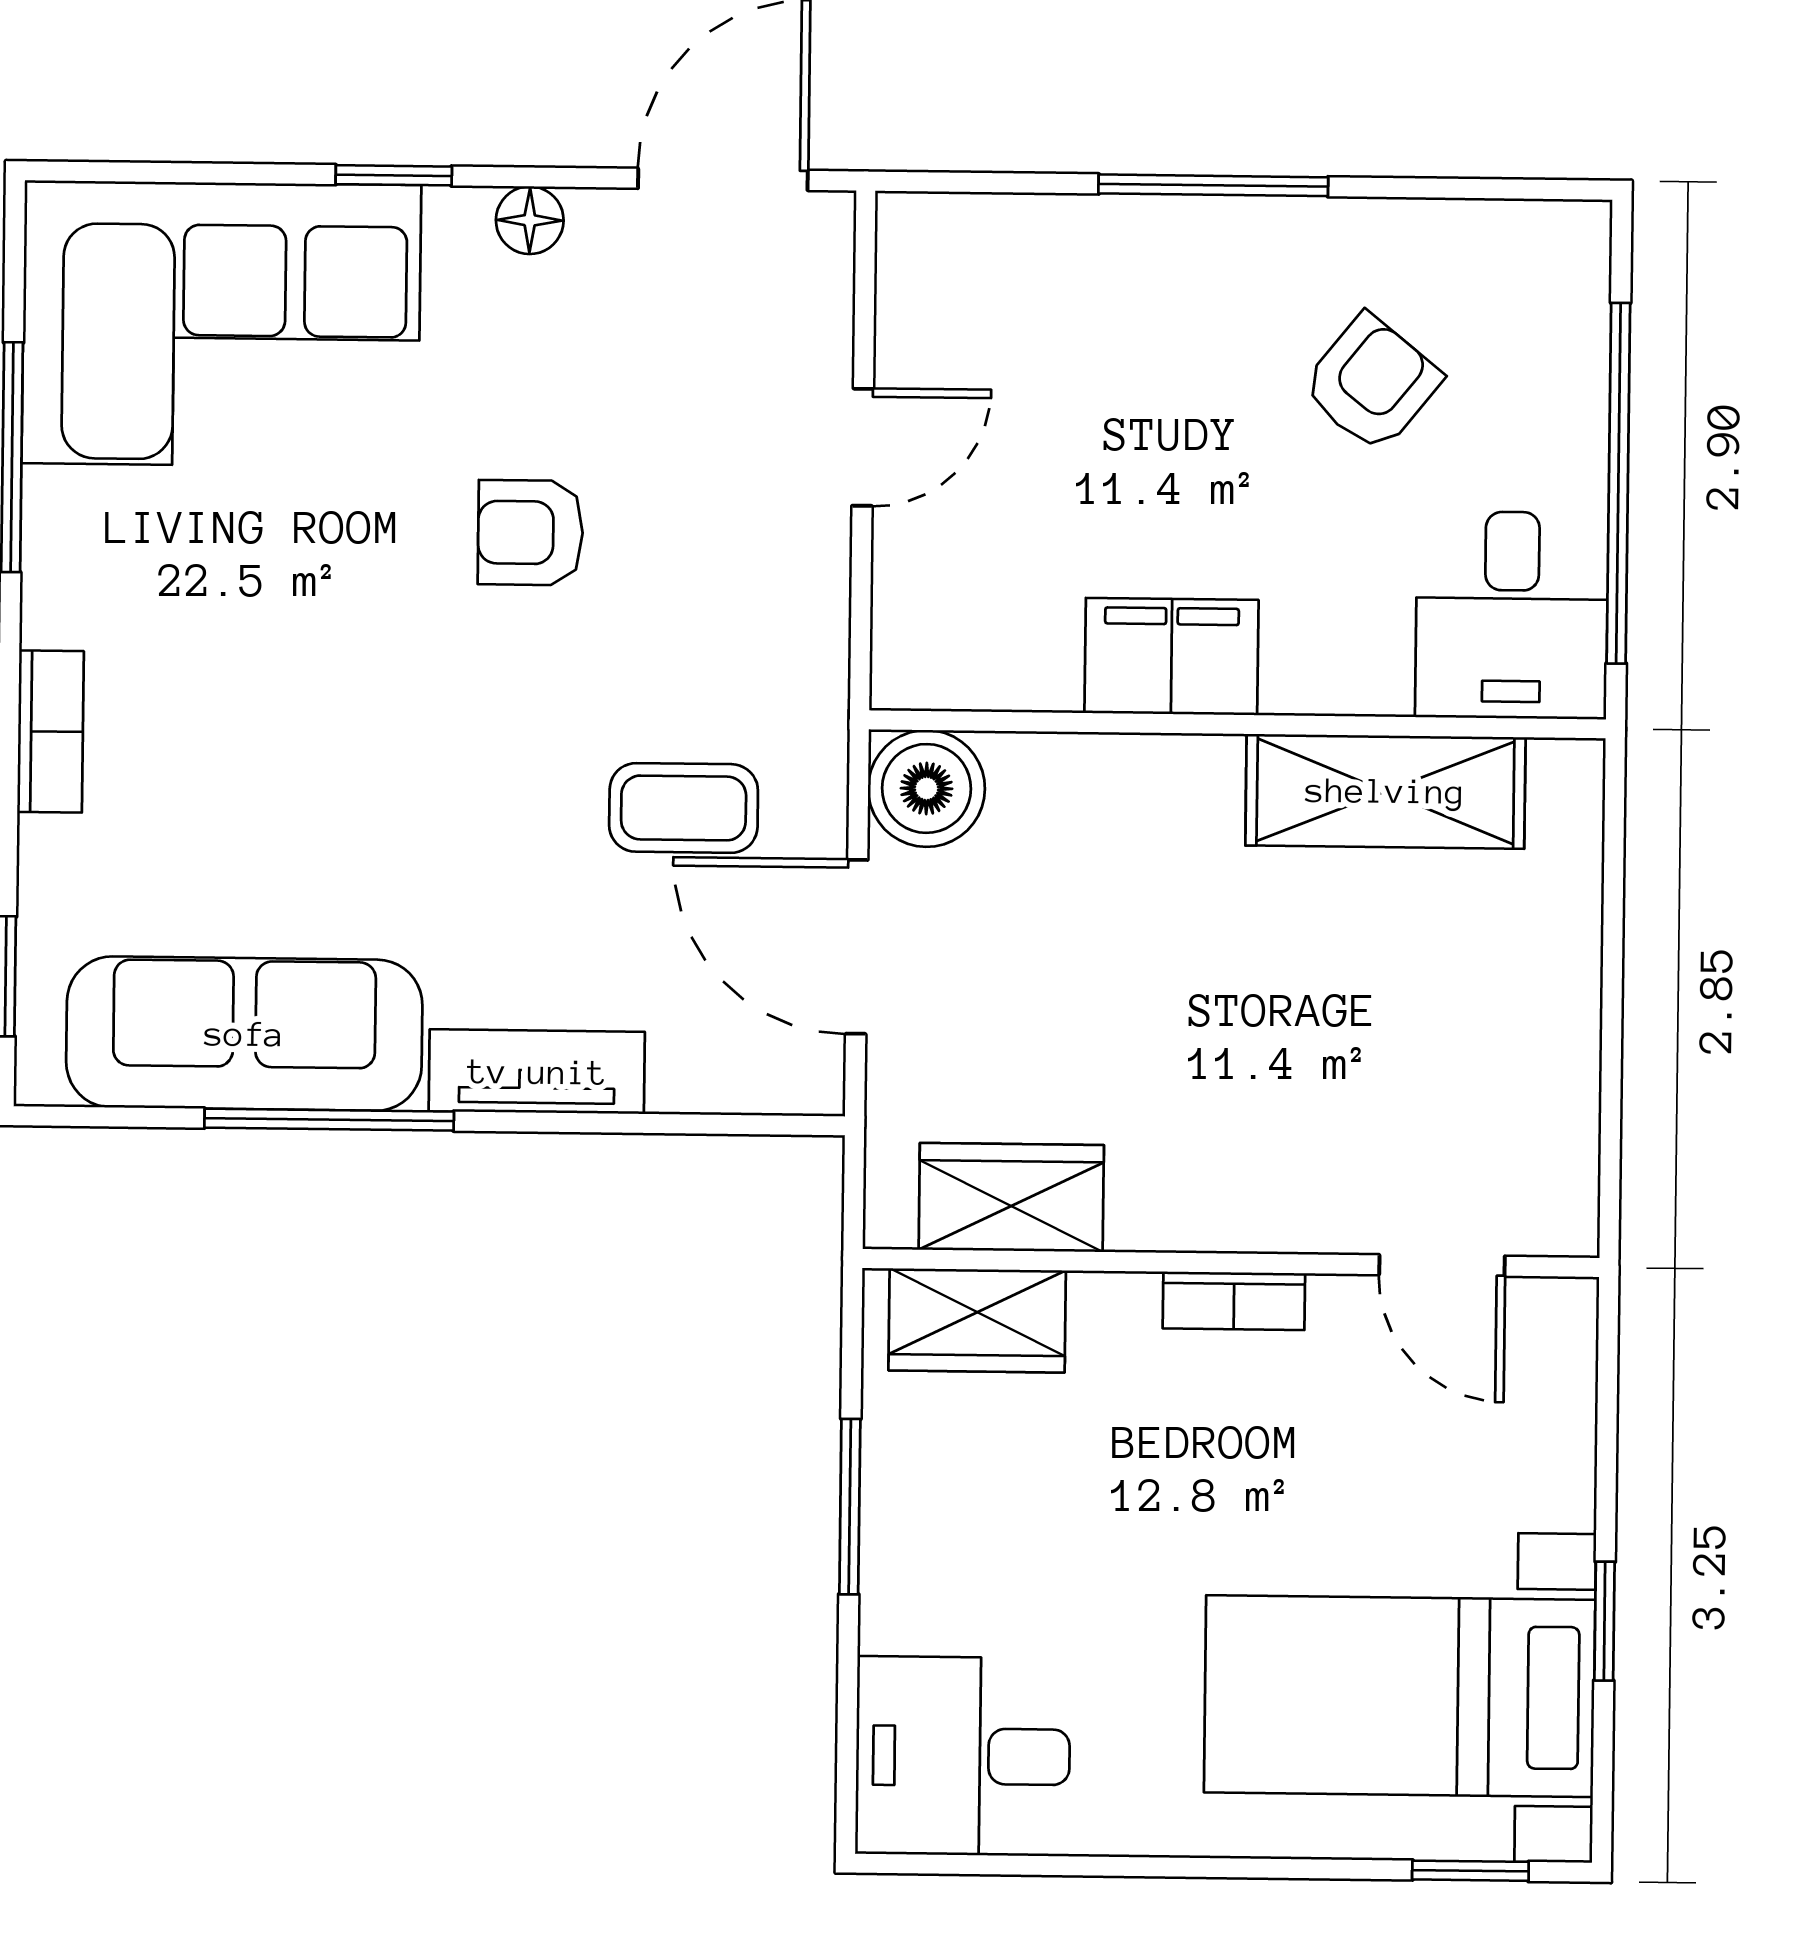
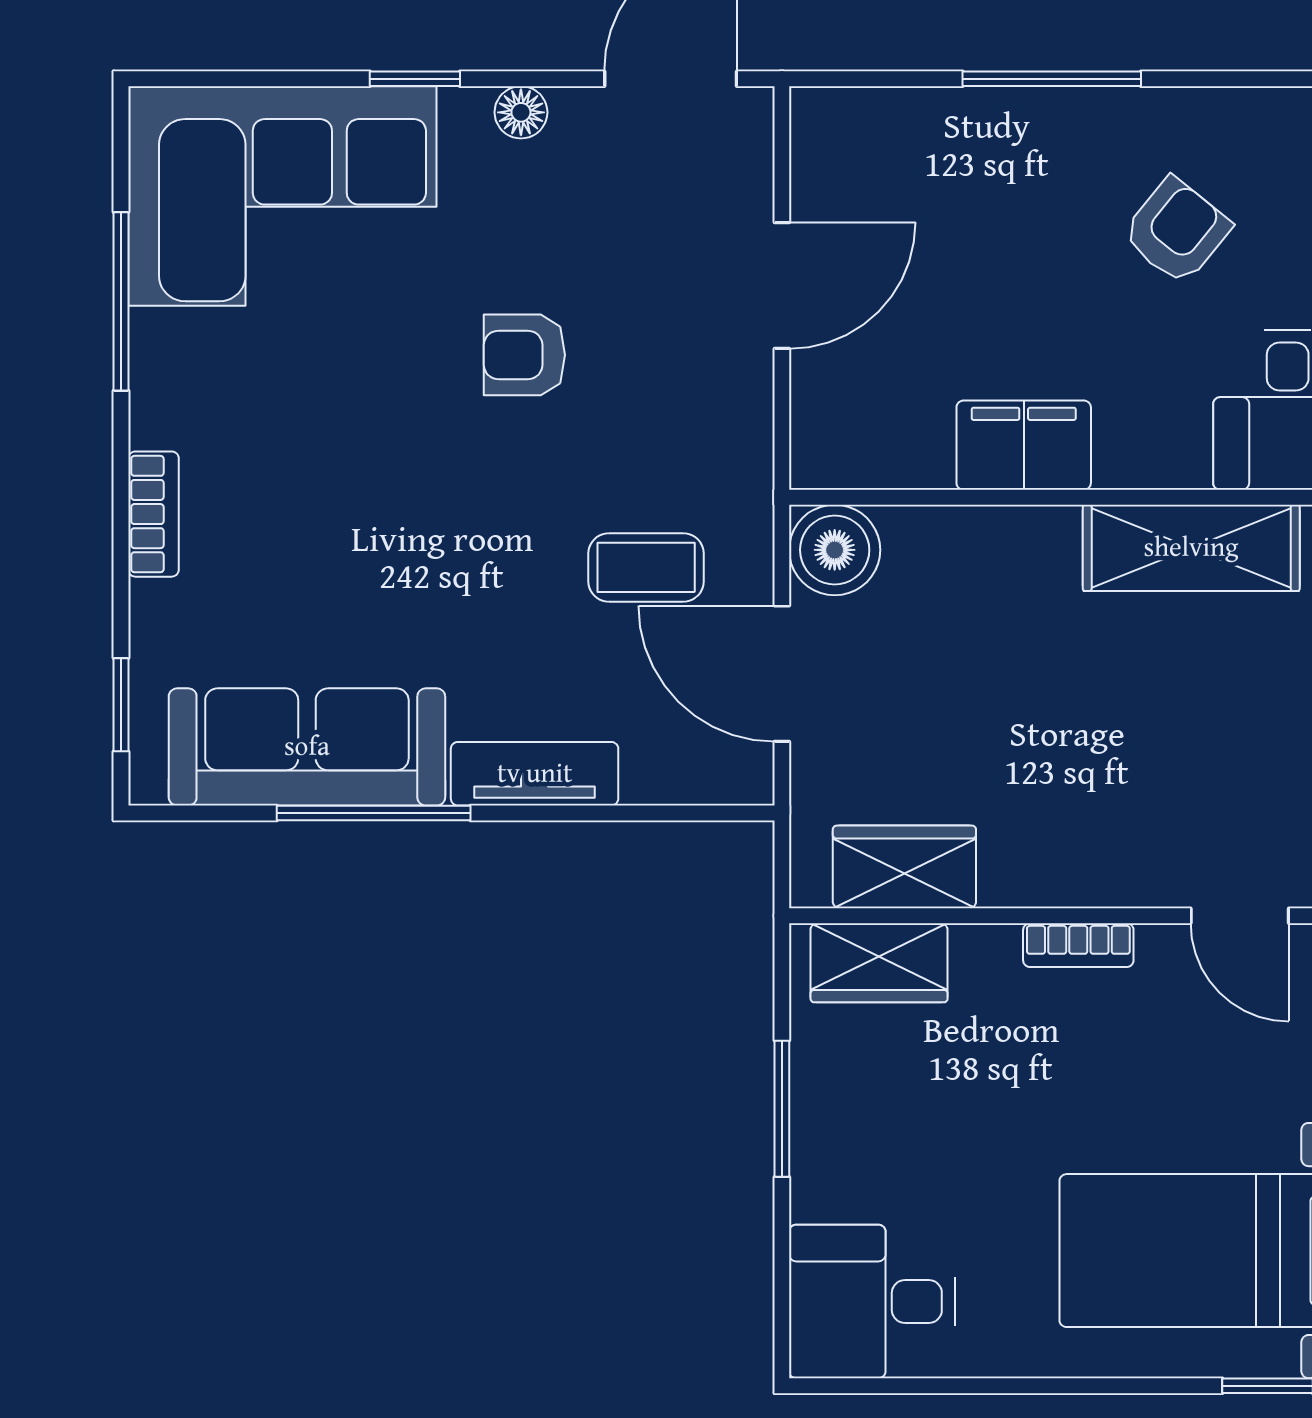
door: (863, 447) -> (782, 286), width x1.38

